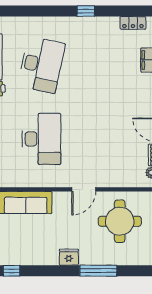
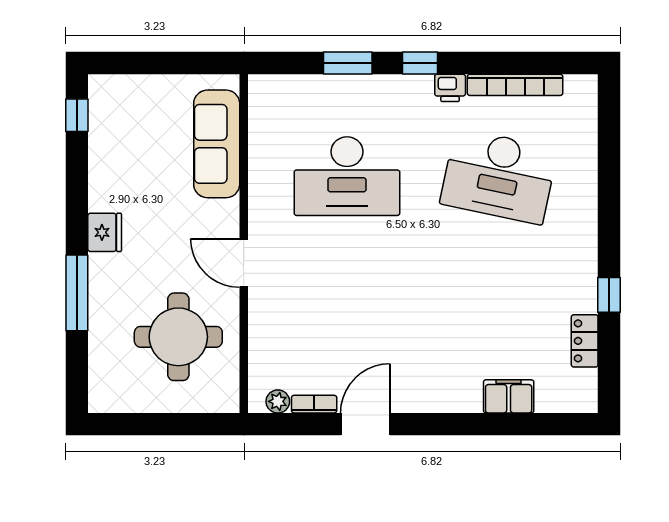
window: (86, 11) -> (609, 295), moved
locker: (133, 23) -> (585, 341), moved

